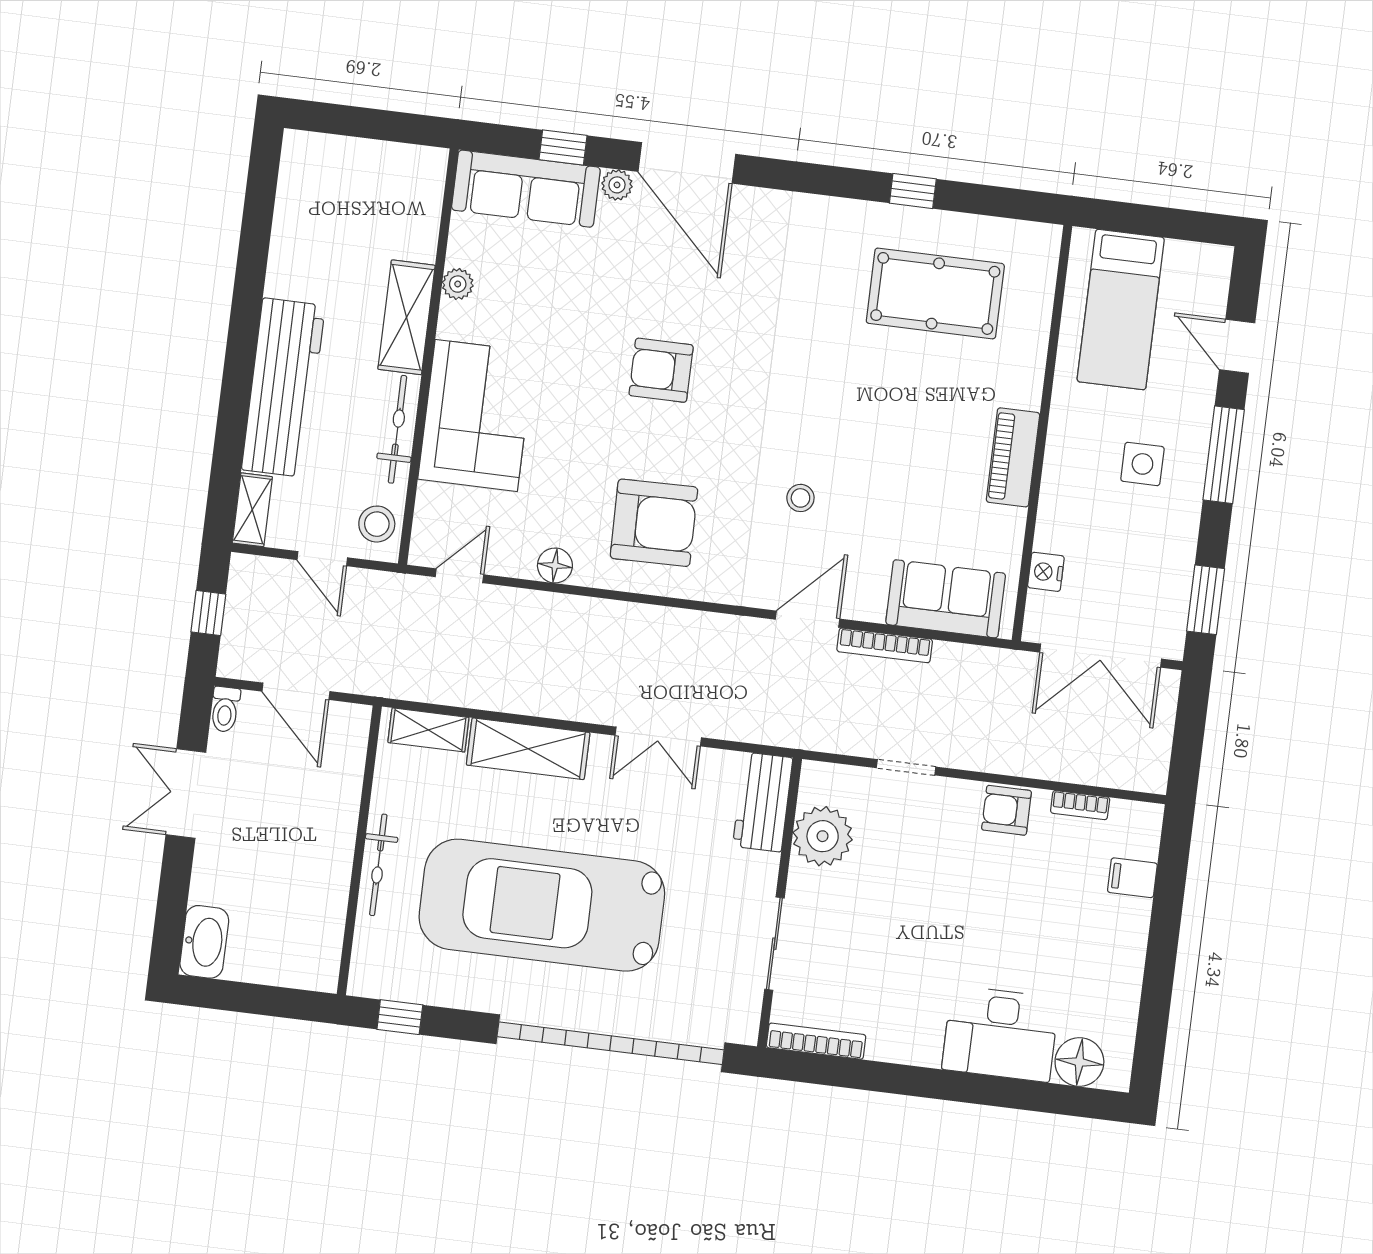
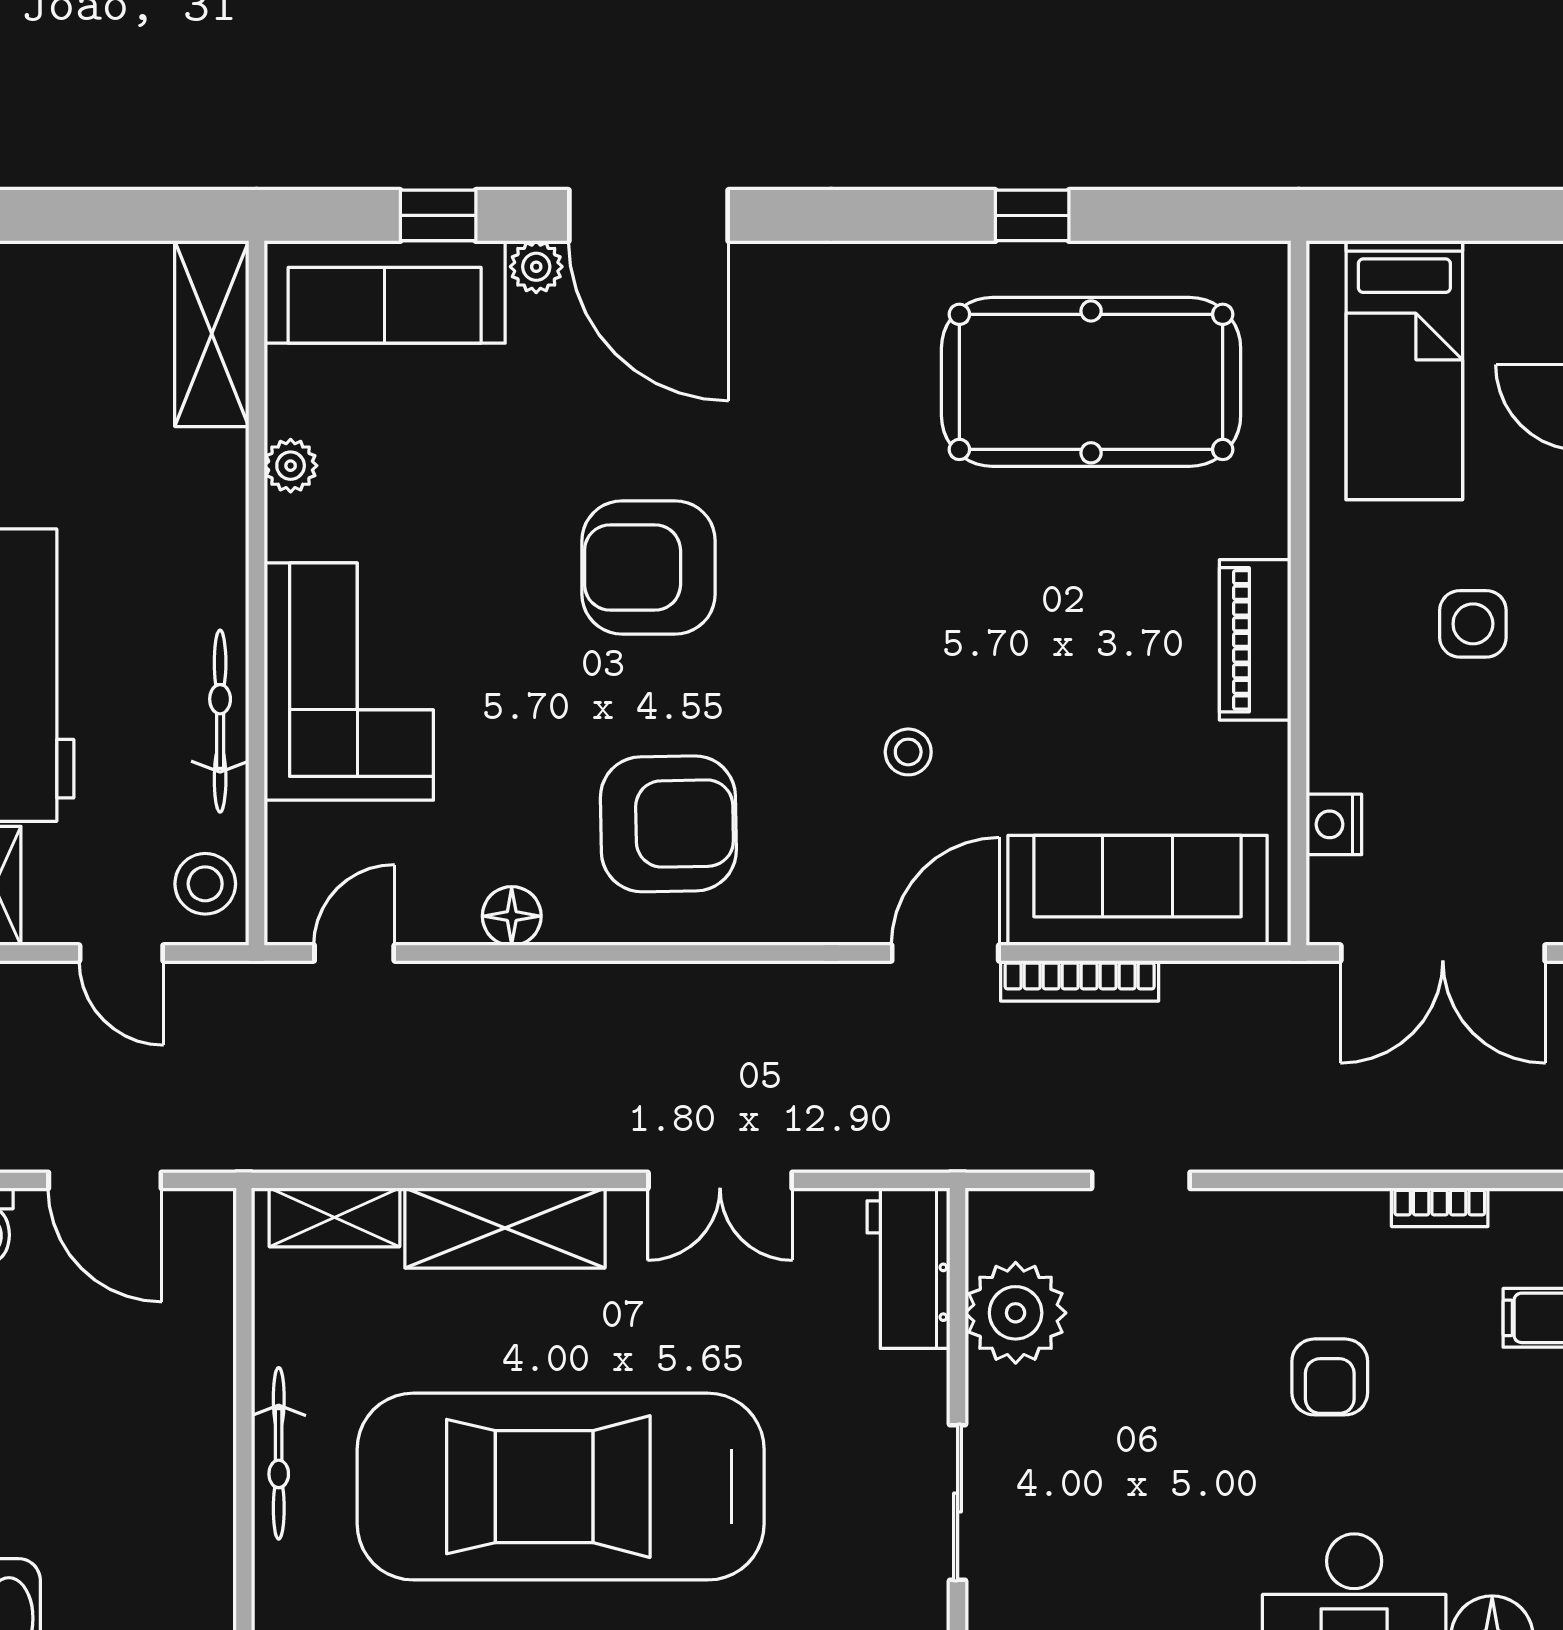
pool table: (935, 293) -> (1091, 382), width x1.36, depth x1.32
shelving: (406, 317) -> (212, 334), moved
armchair: (661, 370) -> (649, 567), width x1.36, depth x1.36
sofa: (946, 599) -> (1138, 890), width x1.36
armchair: (1007, 810) -> (1330, 1377), moved, turned -90

